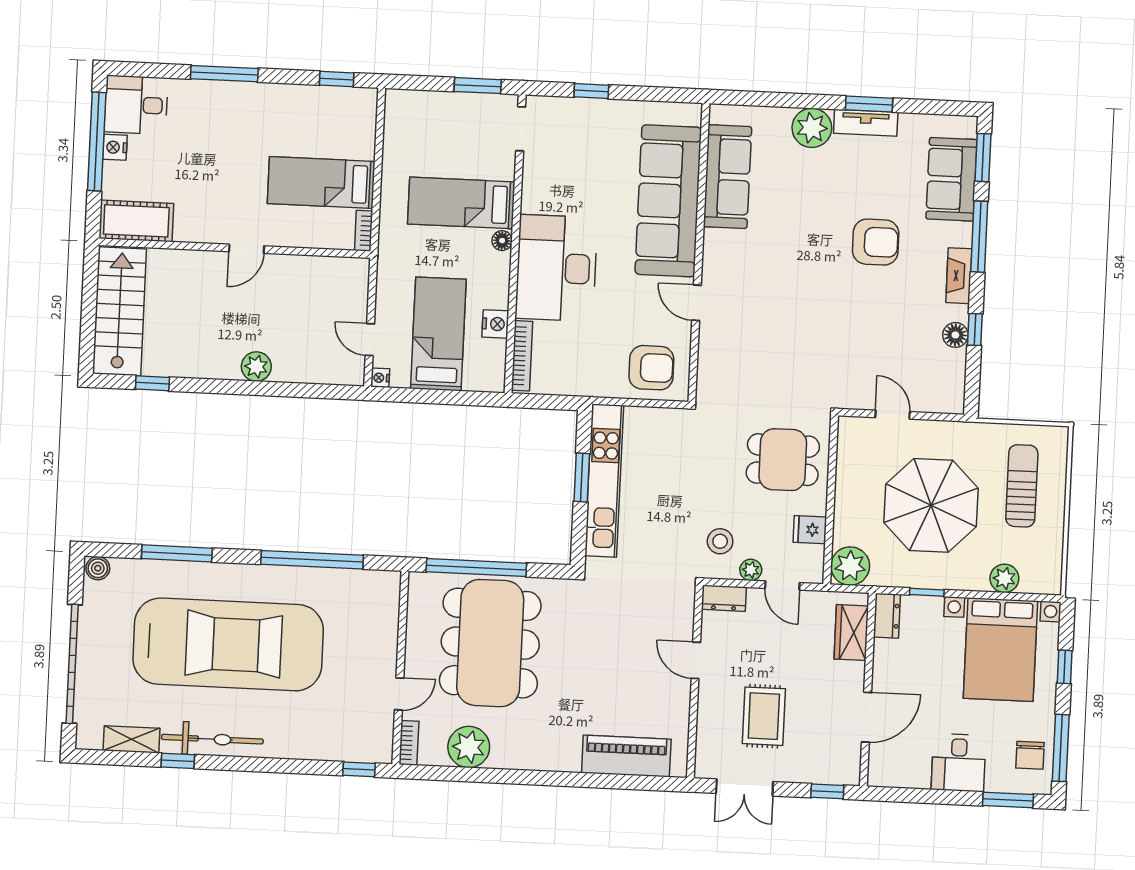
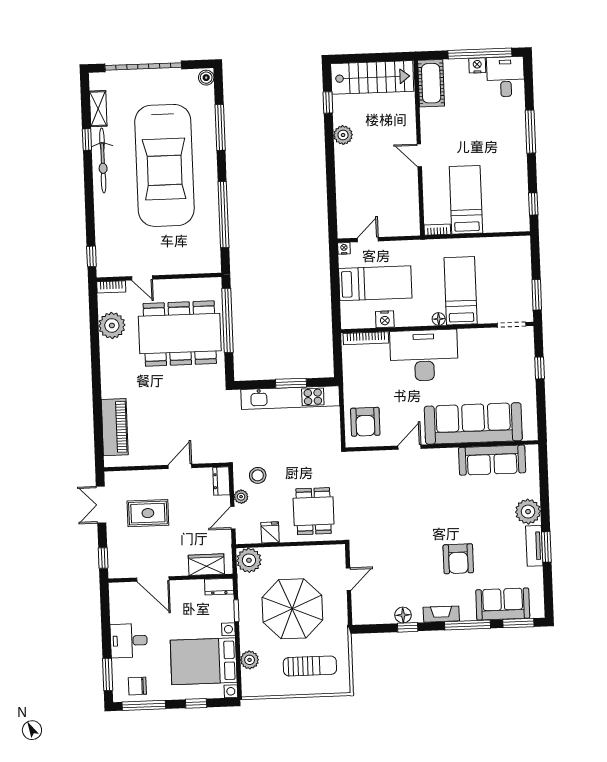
plant: (256, 367) -> (343, 135), moved

